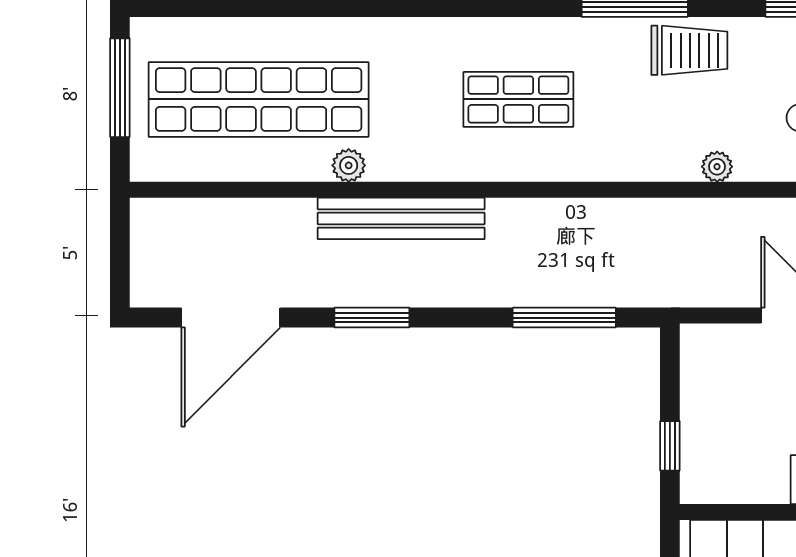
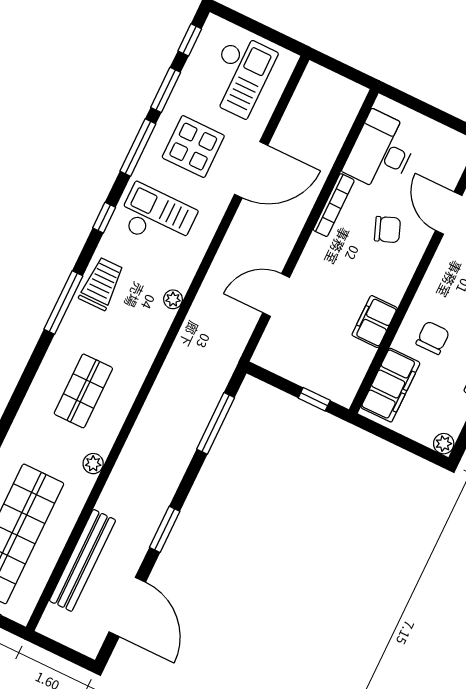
plant: (349, 165) -> (93, 464), moved
bench: (401, 218) -> (82, 560), moved

